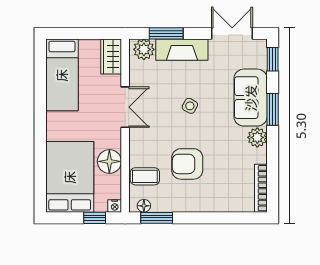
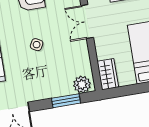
fireplace: (182, 50) -> (51, 90), removed
double door: (125, 107) -> (87, 22), moved

